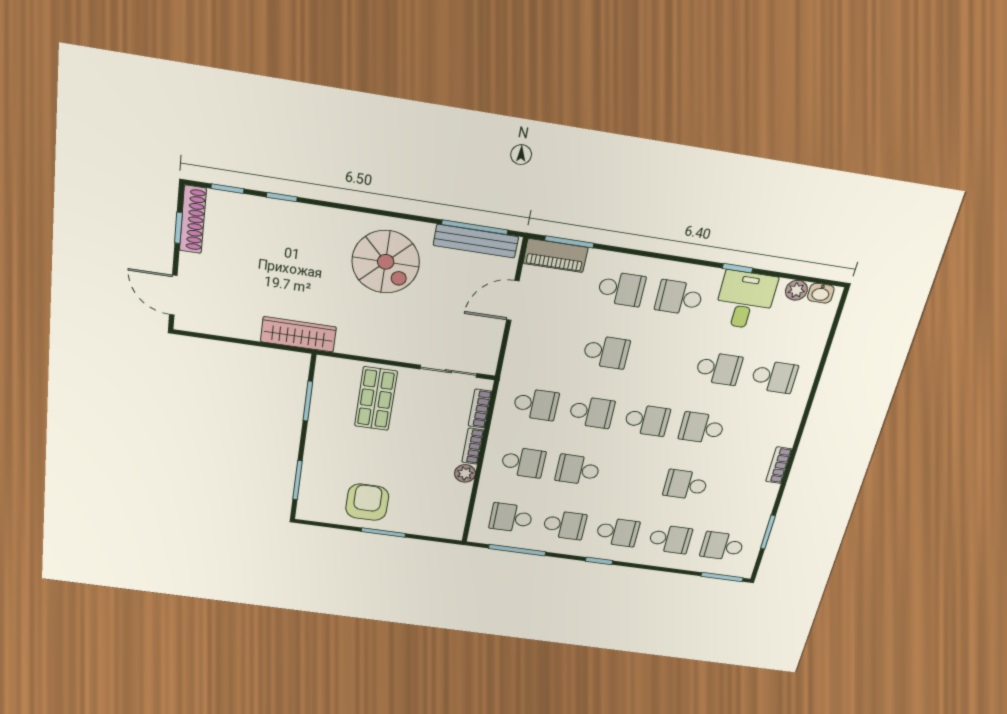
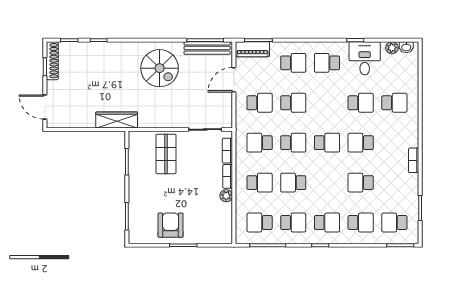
school desk: (549, 344) -> (260, 103), added
school desk: (536, 404) -> (260, 143), turned 180

